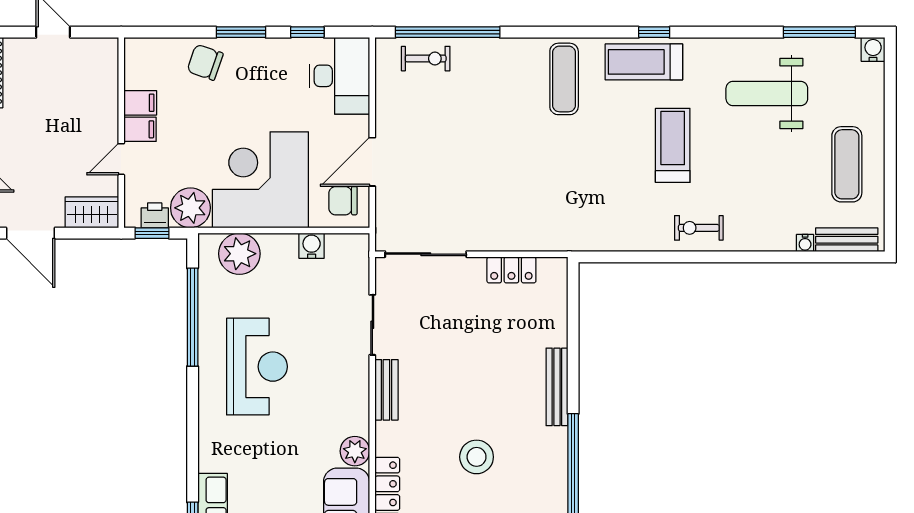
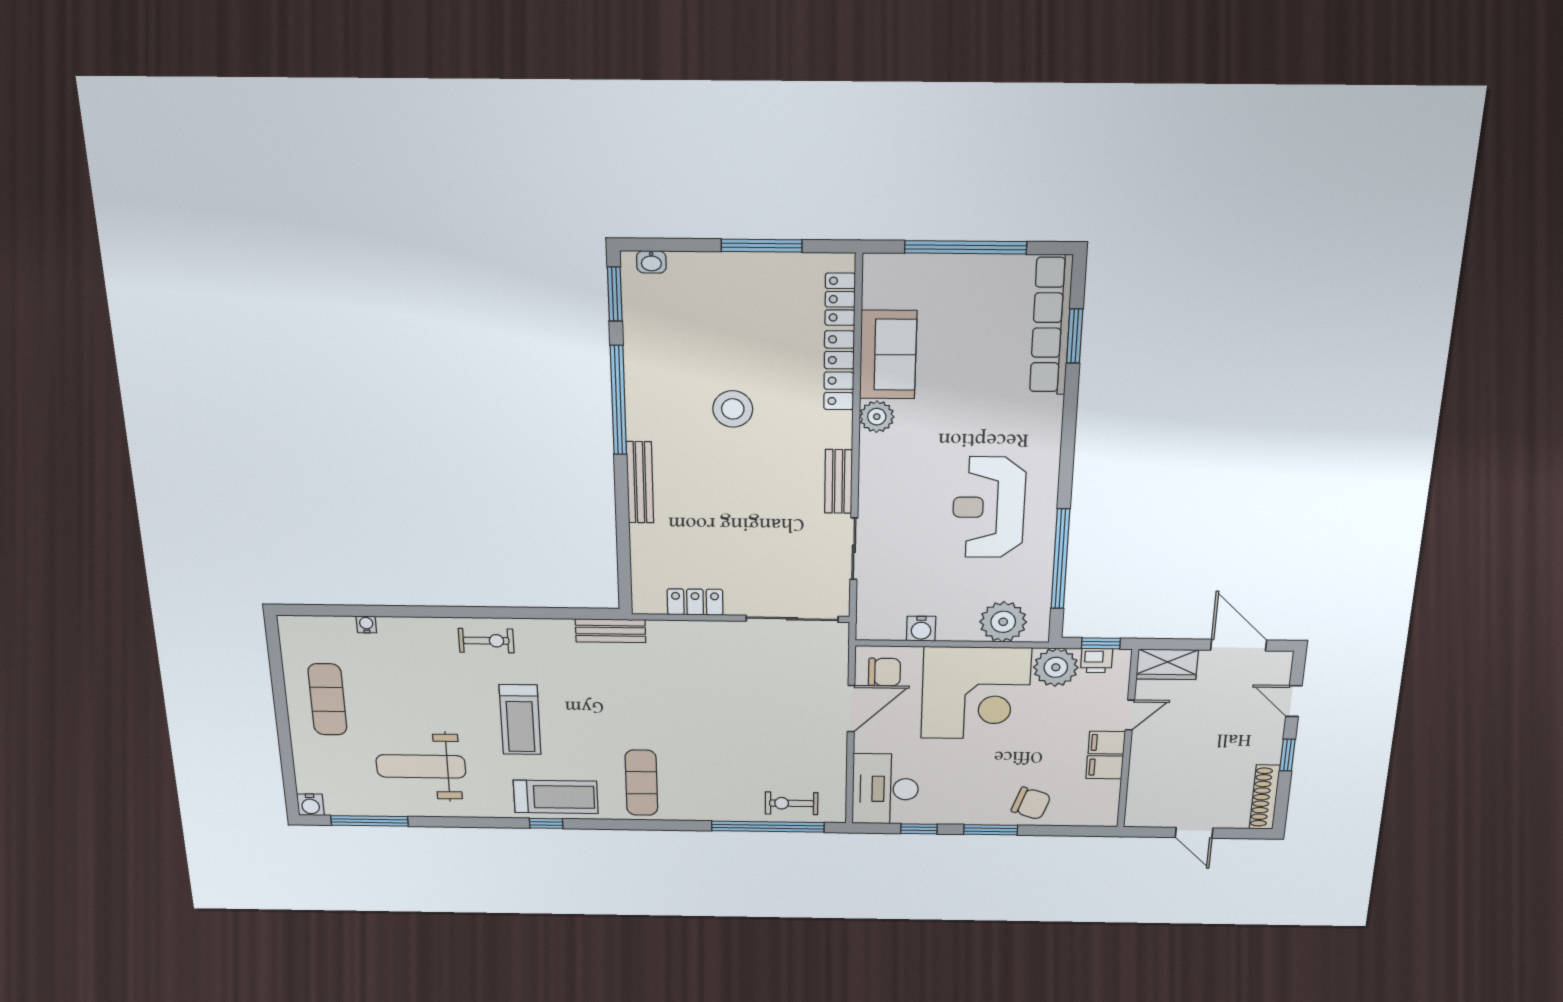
weight bench: (767, 94) -> (421, 766), turned 180
bench: (847, 240) -> (611, 631), moved

